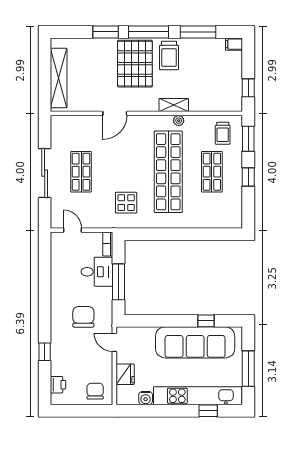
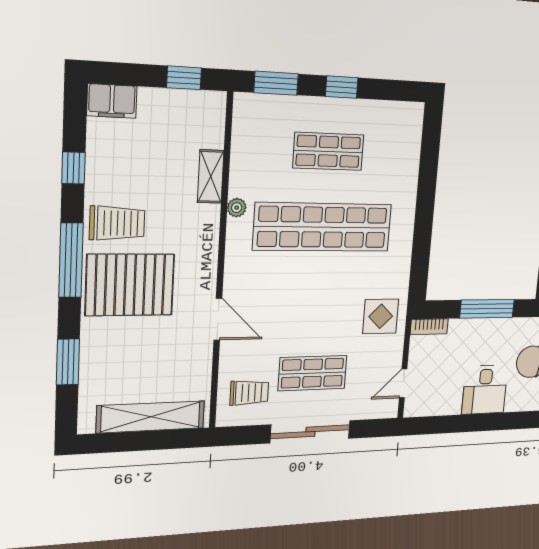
window: (106, 32) -> (68, 362), moved
window: (198, 32) -> (74, 168), width x0.46
filing cabinet: (234, 44) -> (112, 101), width x2.00
shelving: (174, 105) -> (211, 177), moved
trolley: (223, 133) -> (249, 393), moved
display table: (126, 203) -> (381, 316), moved
desk: (97, 272) -> (485, 390), moved, turned 180

